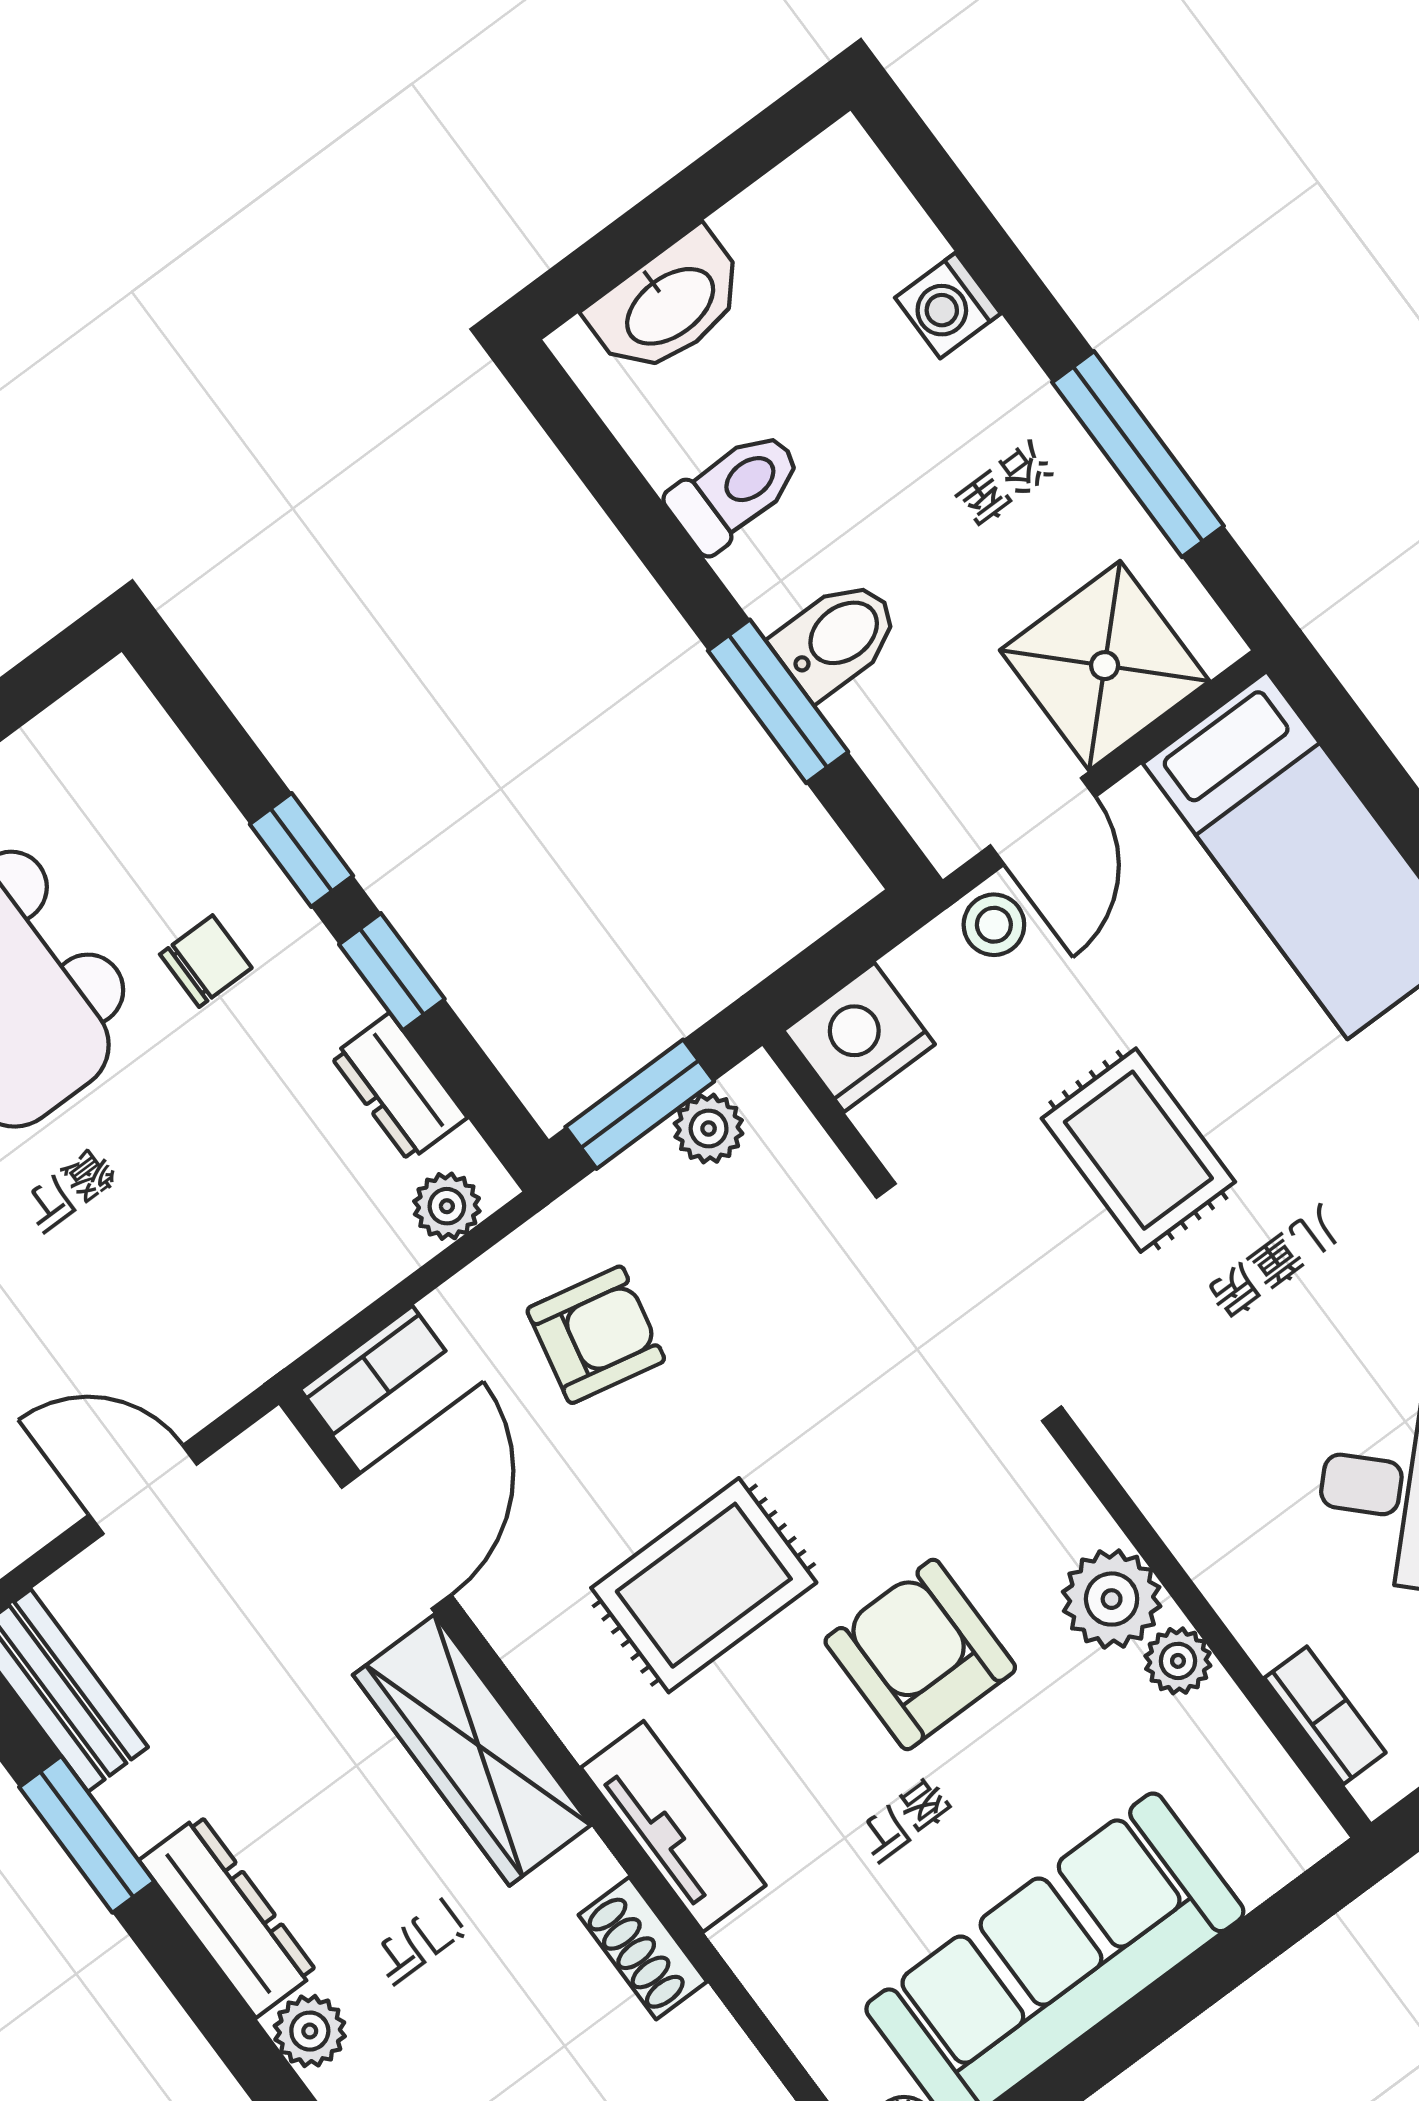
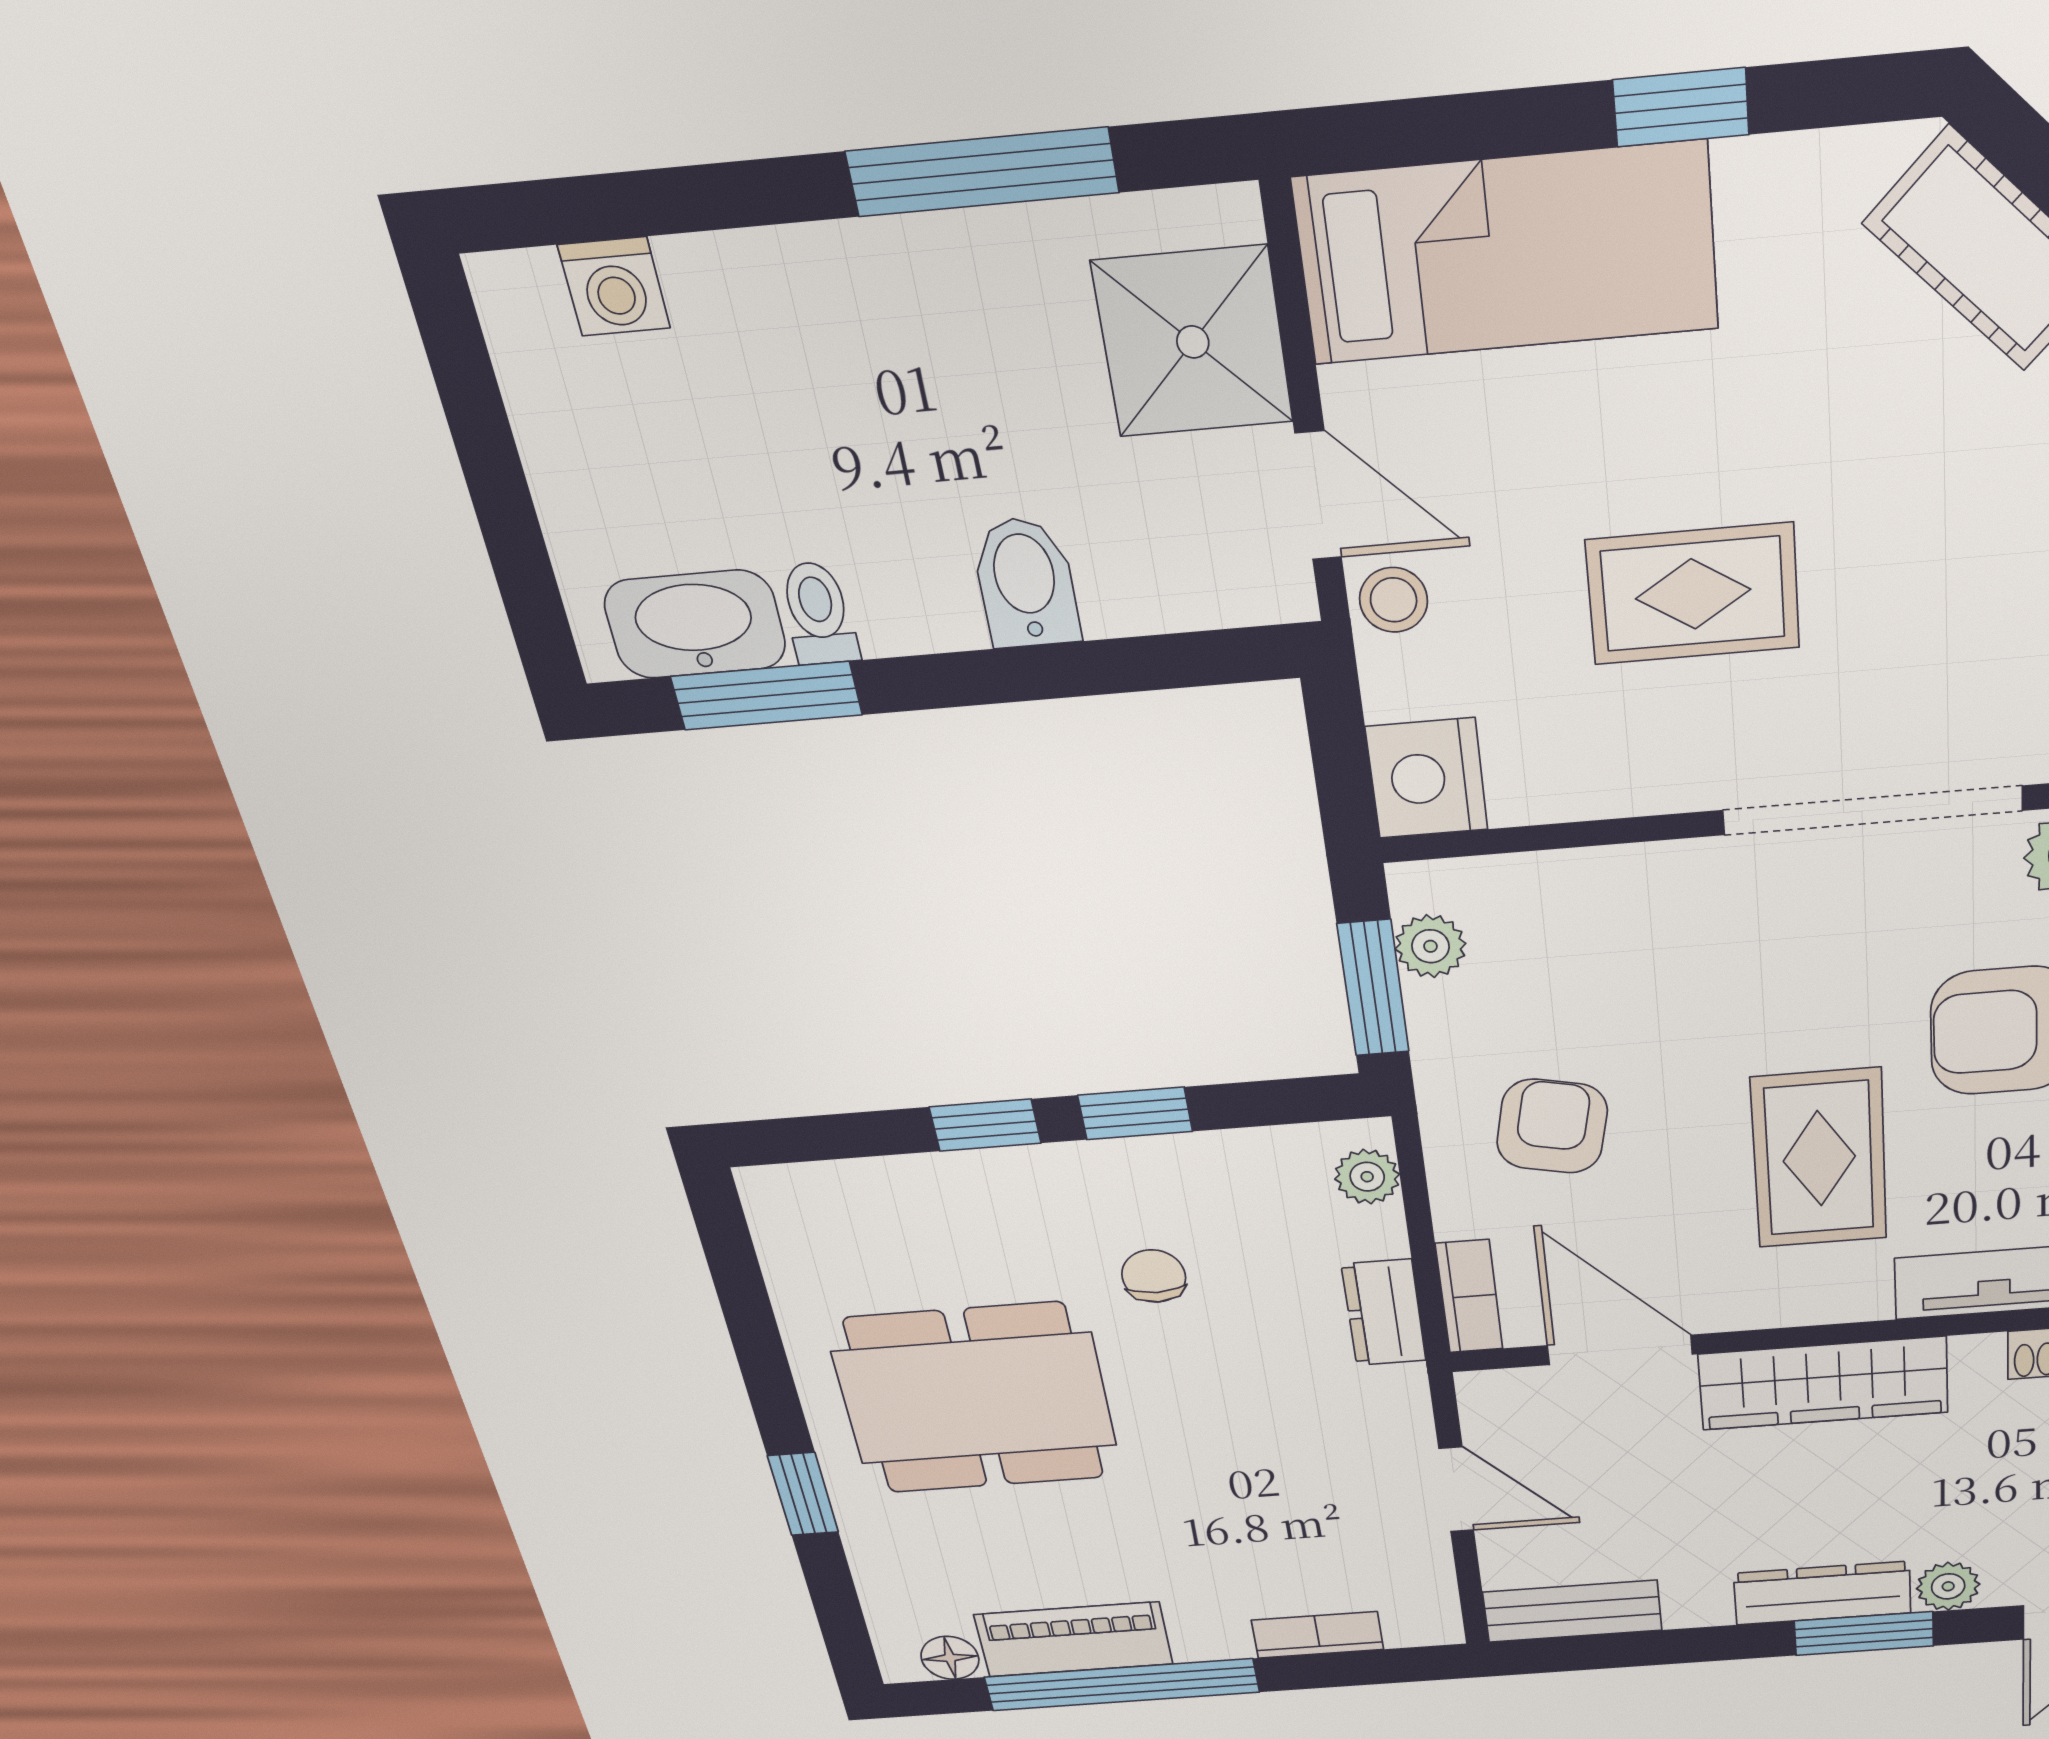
washbasin: (668, 304) -> (695, 624), moved, turned -90
washing machine: (948, 306) -> (614, 287), moved
toilet: (735, 490) -> (819, 613), width x0.73, depth x0.72
window: (778, 701) -> (767, 696), moved
chair: (206, 961) -> (1154, 1276), moved
dresser: (399, 1087) -> (1384, 1313), moved, turned 90
doorway: (969, 1302) -> (1873, 810), moved
door: (143, 1490) -> (1456, 1490), swing flipped
window: (87, 1834) -> (1864, 1633), moved

